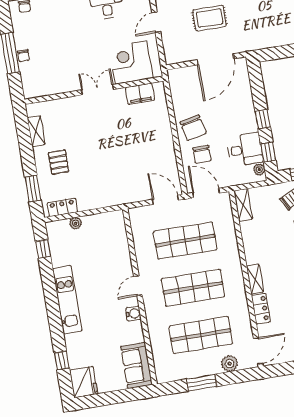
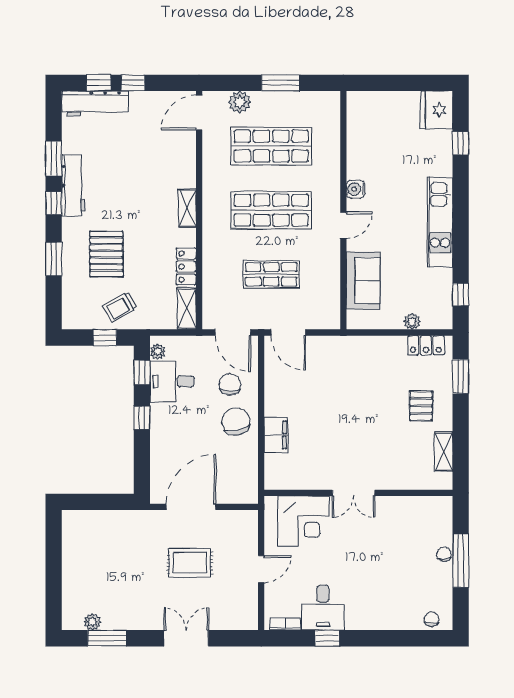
filing cabinet: (140, 94) -> (276, 435), moved, turned 90
shop shelf: (185, 241) -> (271, 274), width x0.70, depth x0.74
locker: (261, 309) -> (186, 267), moved
sofa: (136, 365) -> (363, 281), moved

